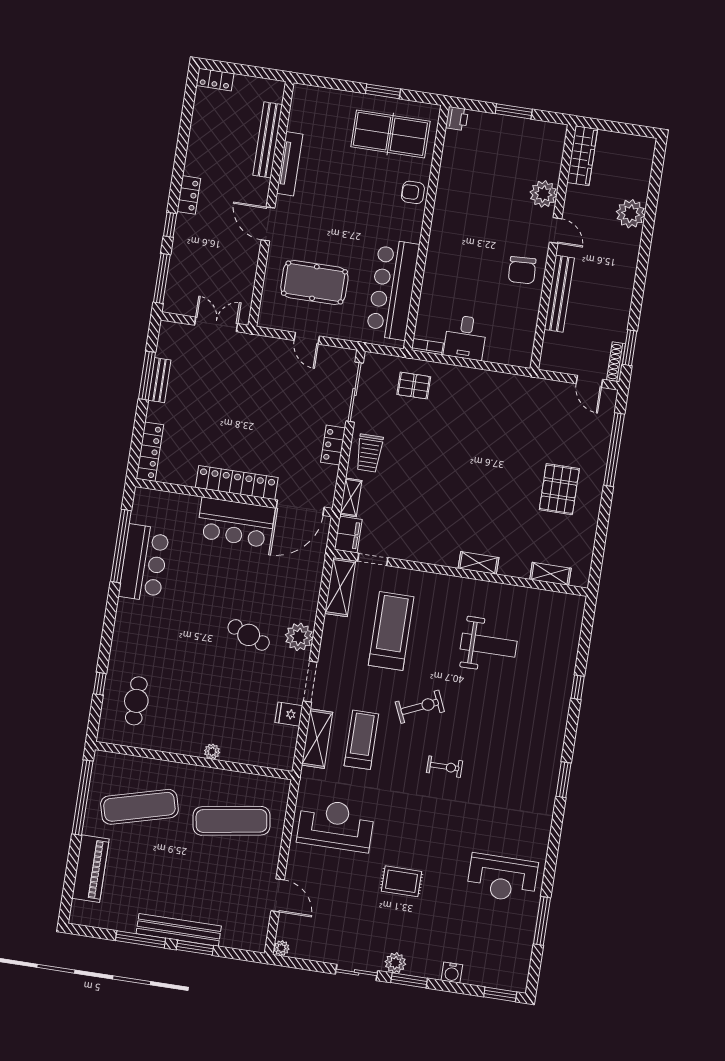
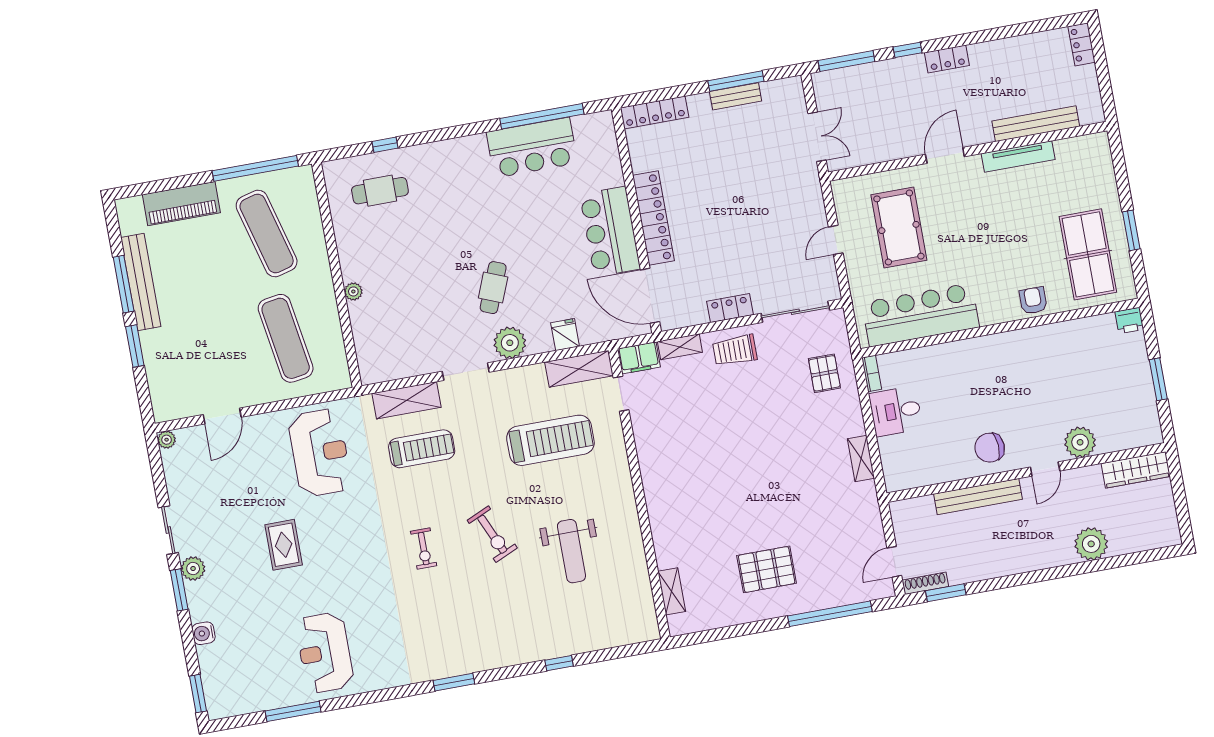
shelving: (478, 563) -> (861, 459), moved
exercise bike: (420, 707) -> (492, 534), moved
fridge: (289, 714) -> (565, 335), moved
bench: (179, 930) -> (141, 282), moved

